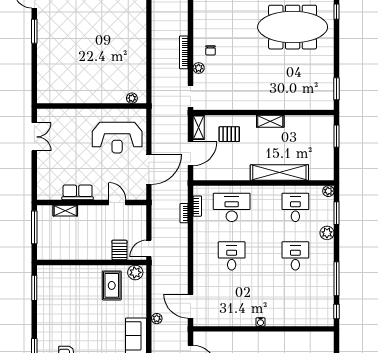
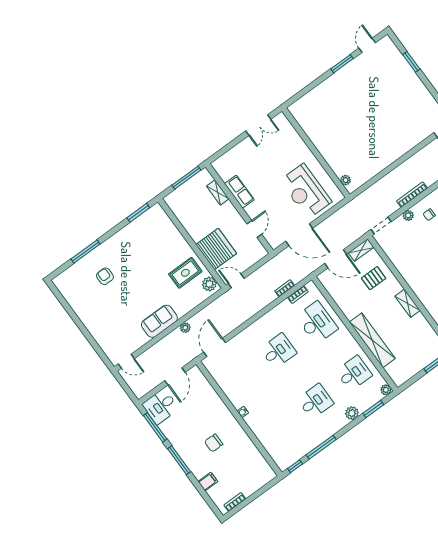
pallet: (229, 134) -> (374, 278), turned 90
server rack: (119, 250) -> (216, 249), width x2.18, depth x1.44

